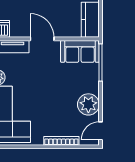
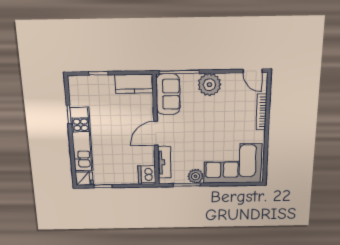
plant: (88, 104) -> (209, 85), moved

